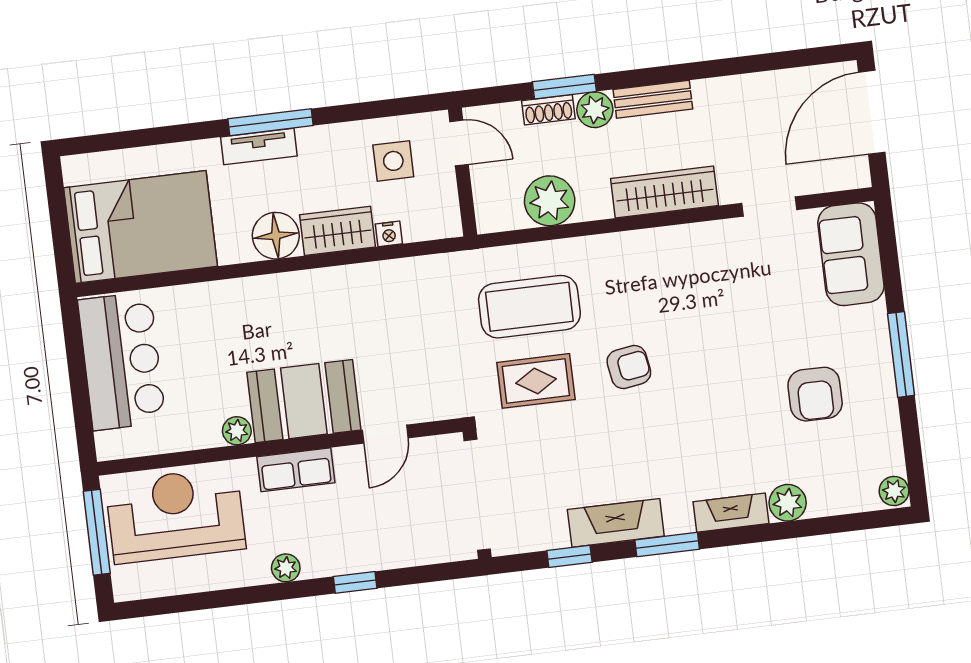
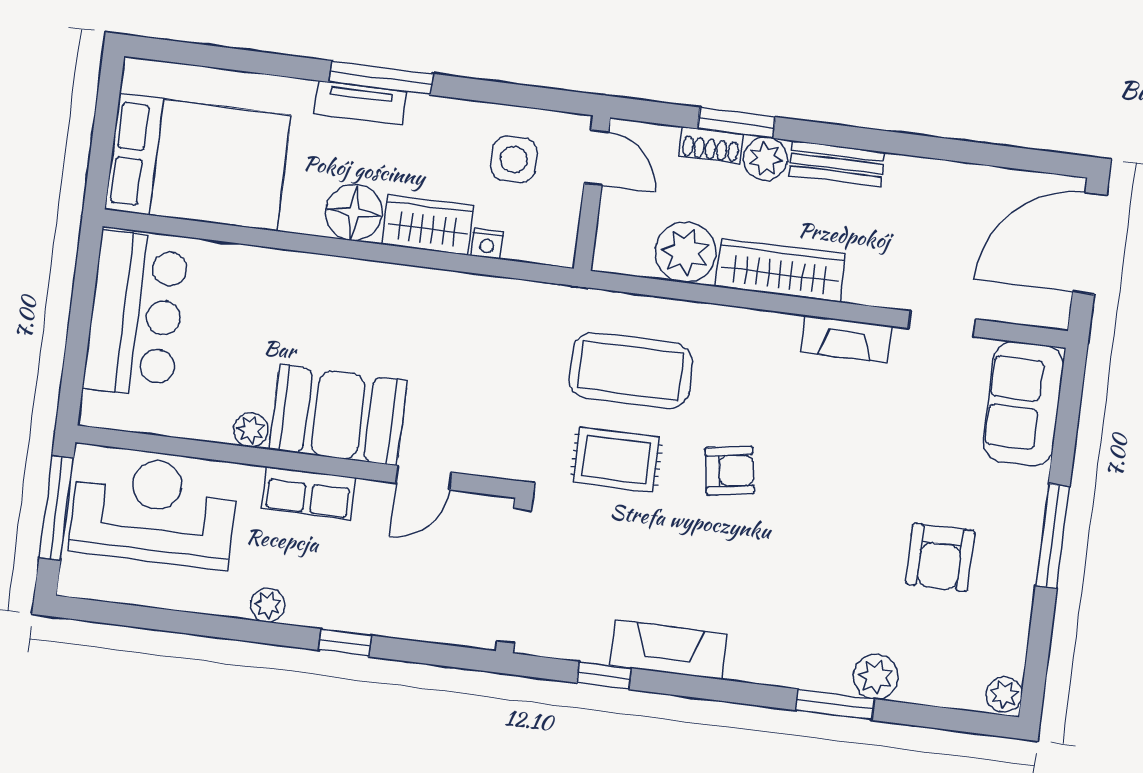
wardrobe: (664, 192) -> (780, 270), moved
fireplace: (731, 513) -> (846, 339), moved, turned 180
window: (667, 545) -> (835, 705), moved

